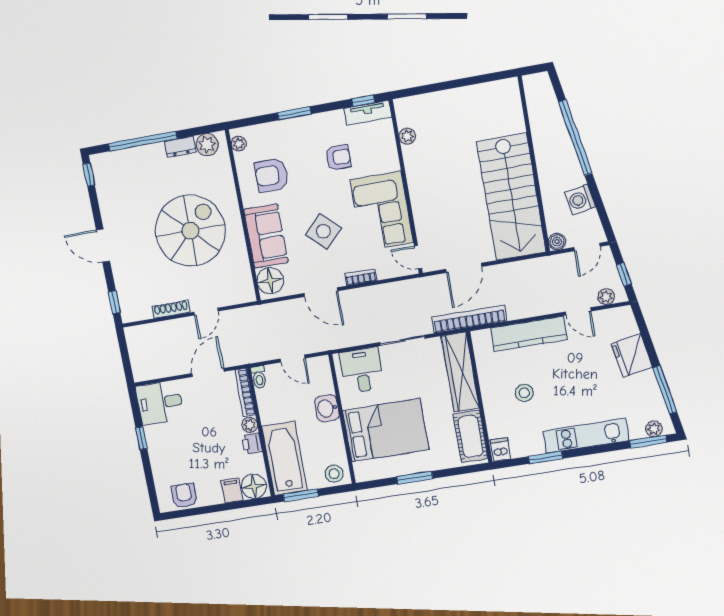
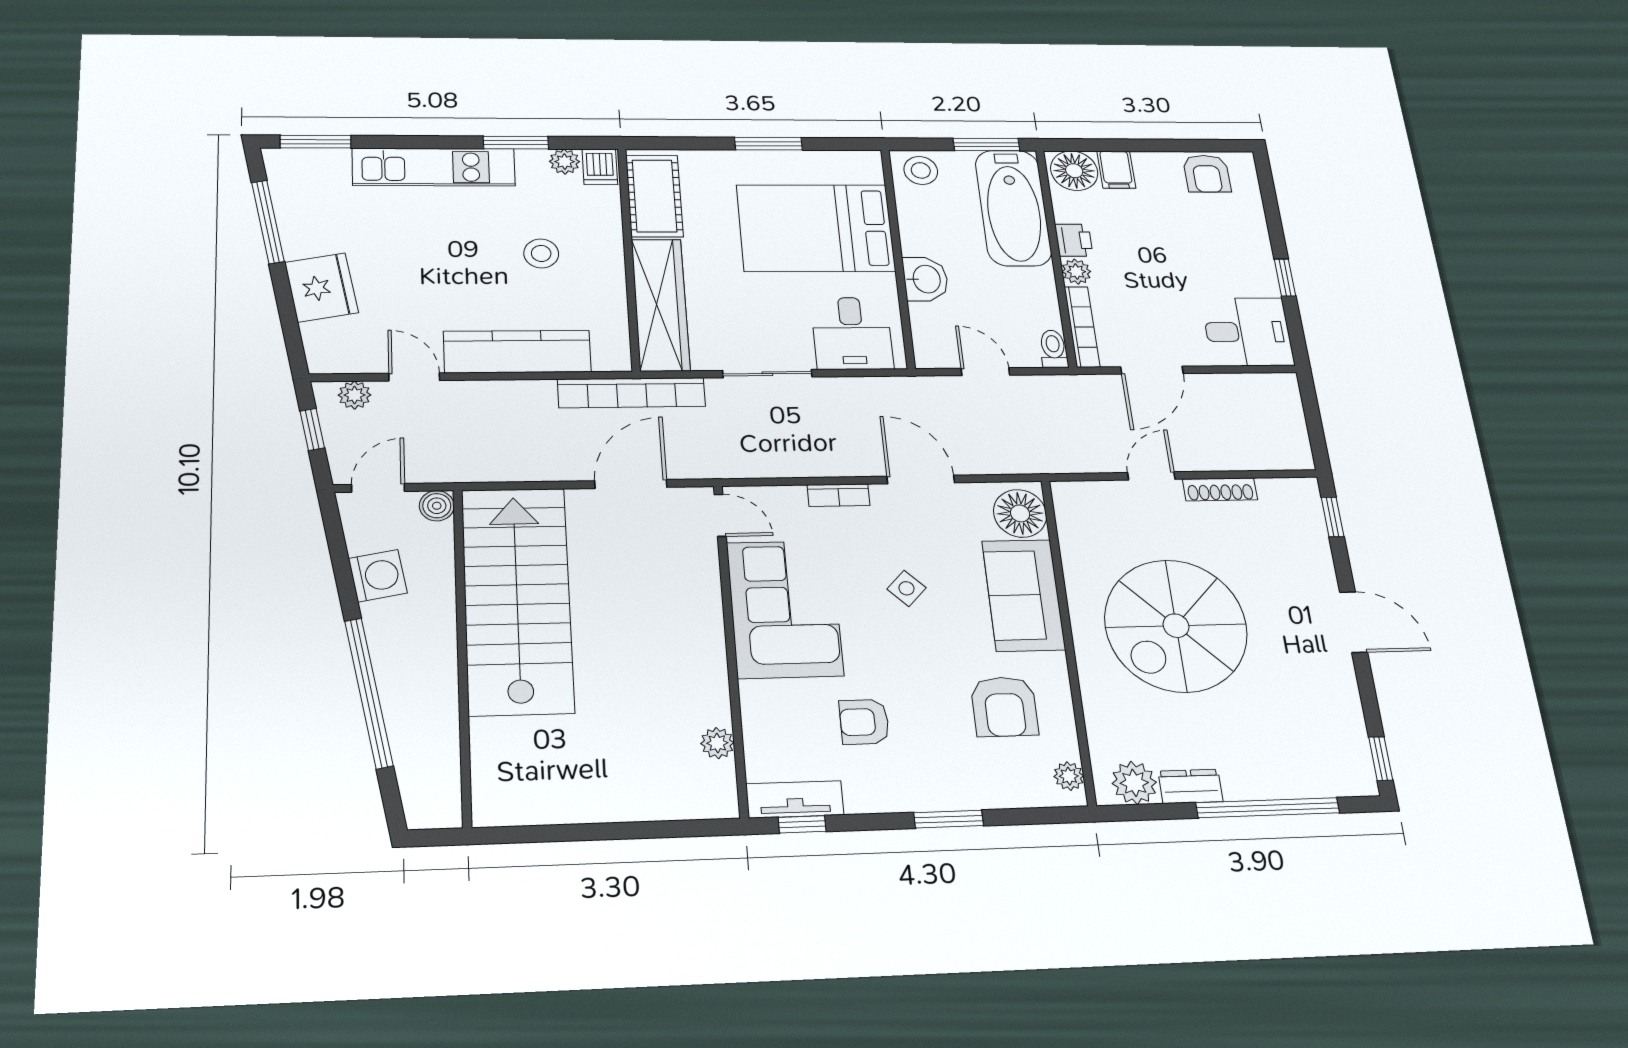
armchair: (272, 175) -> (1004, 707), turned 90
side table: (323, 231) -> (906, 588), width x0.54, depth x0.54
plant: (654, 429) -> (565, 162), moved

